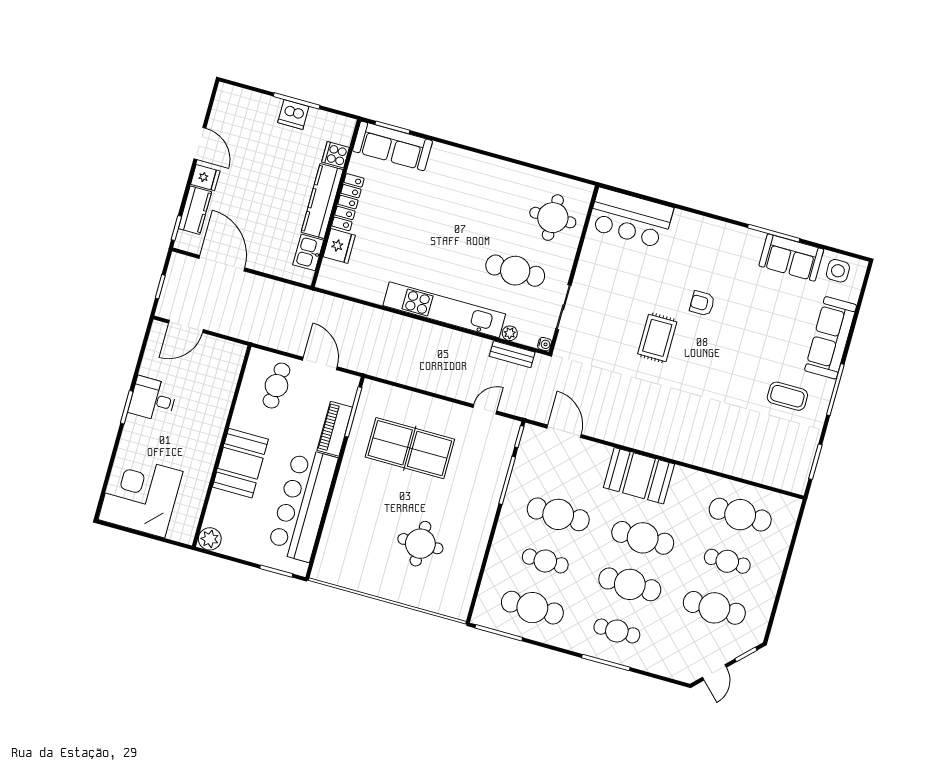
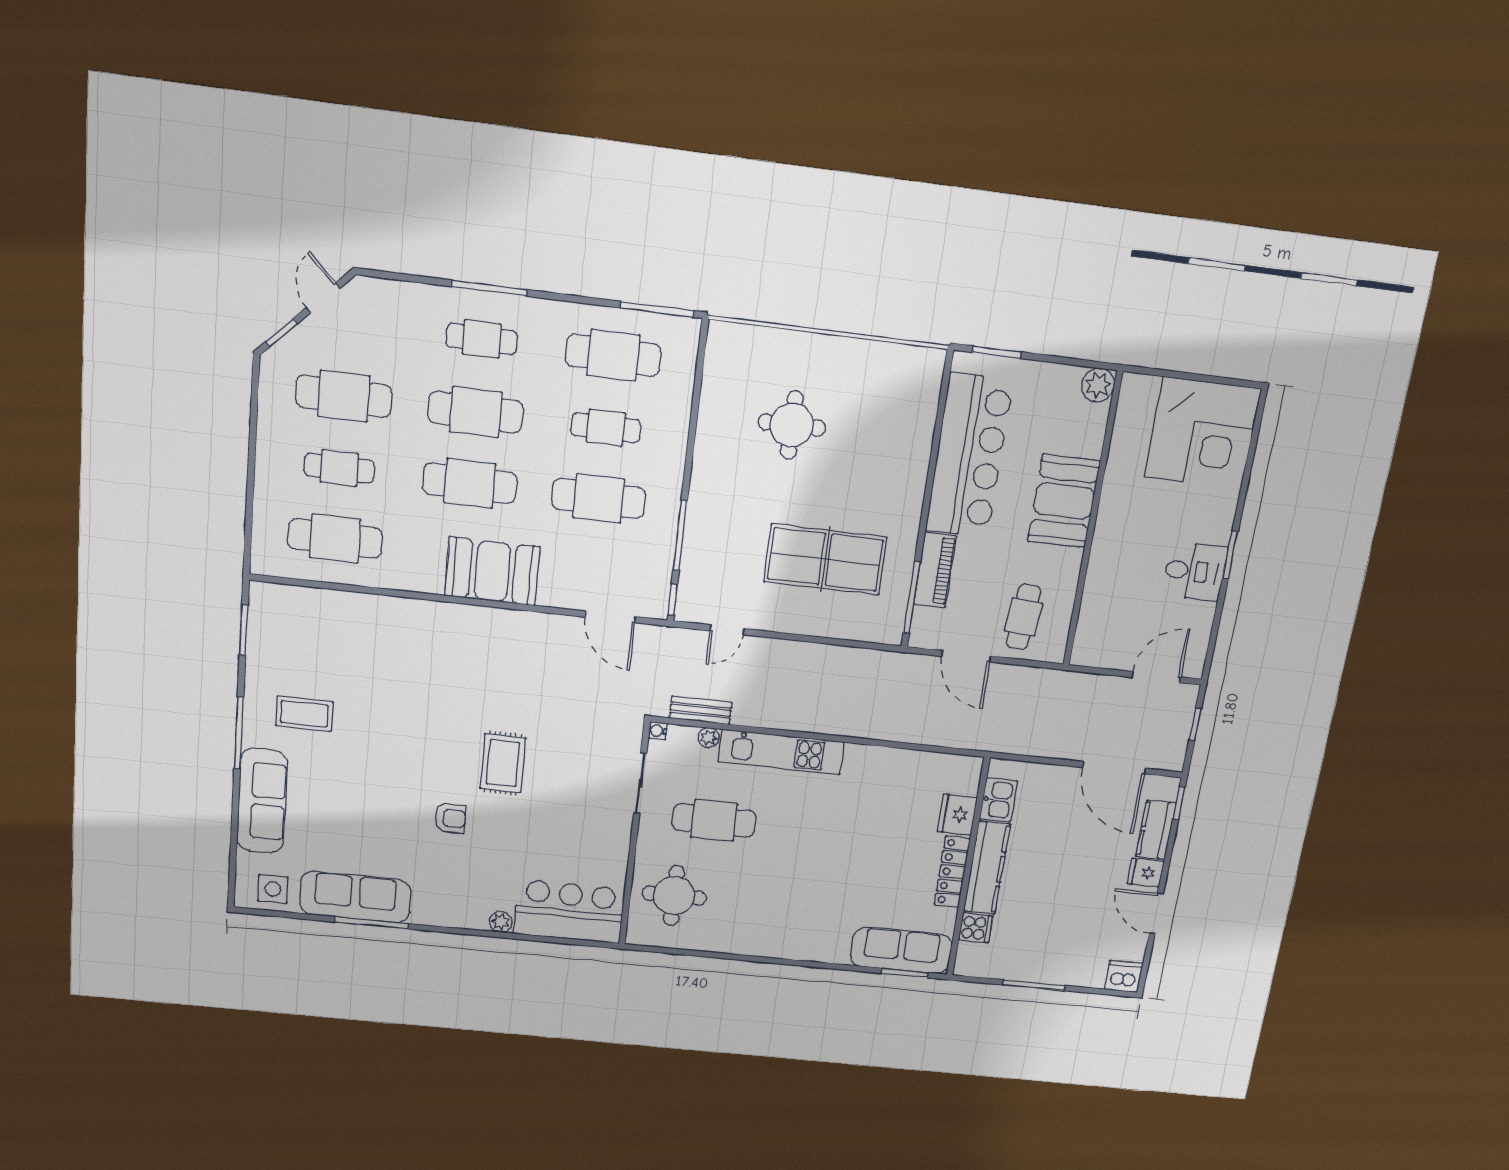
dishwasher: (293, 114) -> (1124, 976), moved
plant: (681, 218) -> (501, 922), added
sofa: (791, 258) -> (355, 897), width x1.36
kitchen unit: (444, 310) -> (781, 752), width x0.73

